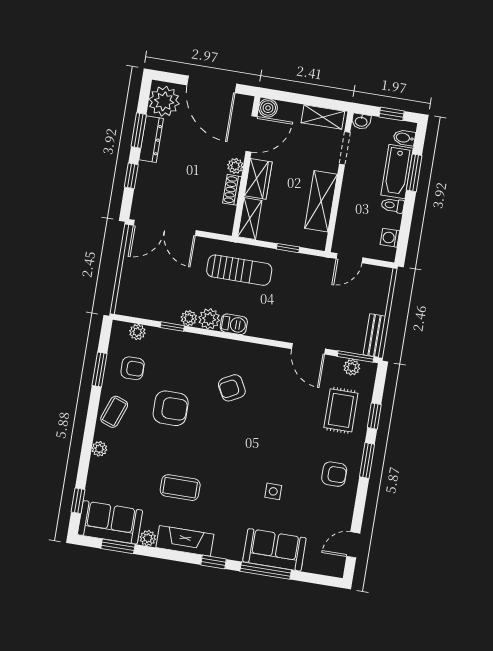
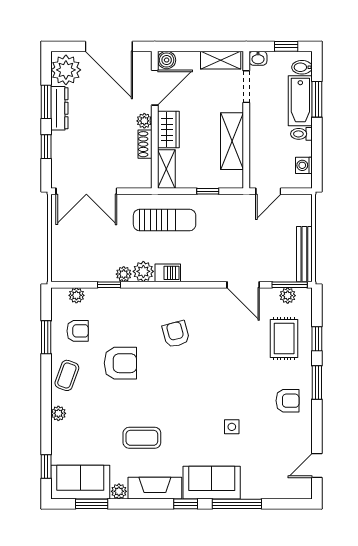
bench: (374, 335) -> (304, 254), width x1.36
armchair: (232, 388) -> (176, 334), turned 103
sofa: (274, 550) -> (212, 483), moved

